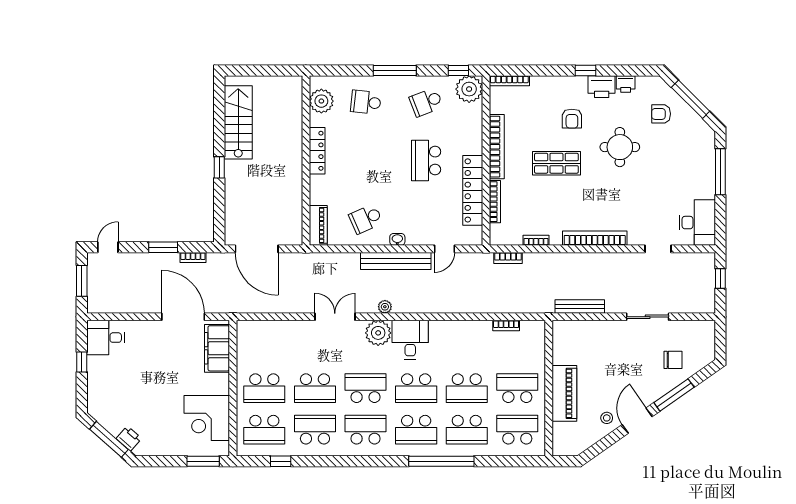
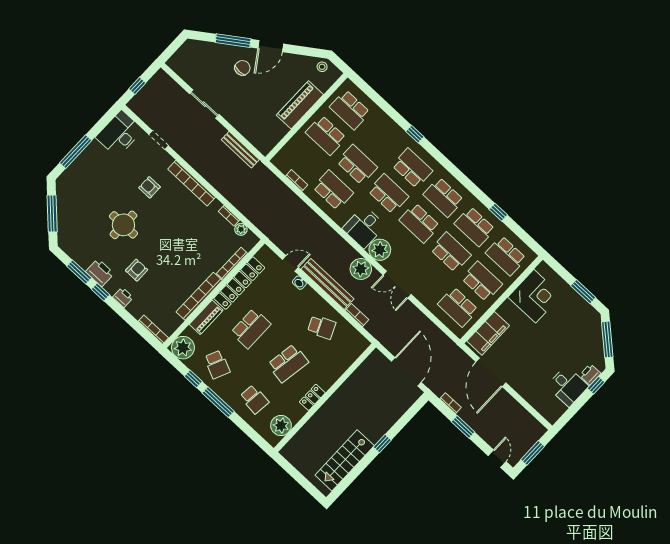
window: (458, 71) -> (193, 379), moved
window: (620, 71) -> (79, 272), added
printer: (626, 84) -> (123, 297), moved
school desk: (426, 102) -> (217, 364), turned 45
armchair: (661, 114) -> (150, 187), moved, turned 180
locker: (317, 151) -> (312, 397), width x0.66
school desk: (366, 161) -> (288, 363), added
shop shelf: (556, 163) -> (172, 251), removed
piano: (318, 225) -> (206, 317), moved, turned 180
plant: (515, 238) -> (241, 229), added
washbasin: (397, 239) -> (299, 283), moved
door: (108, 247) -> (497, 459), swing flipped
bookcase: (508, 258) -> (357, 315), moved
plant: (385, 307) -> (361, 269), width x1.88, depth x1.88
desk: (106, 338) -> (568, 386), moved
school desk: (264, 347) -> (458, 307), added
chair: (673, 360) -> (242, 68), moved, turned 90
window: (82, 362) -> (596, 385), moved
stool: (607, 418) -> (322, 67), moved
school desk: (264, 430) -> (506, 256), turned 180
school desk: (467, 430) -> (333, 190), moved
printer: (129, 438) -> (590, 374), moved, turned 48
window: (203, 461) -> (583, 292), moved
window: (281, 461) -> (498, 212), moved
window: (441, 461) -> (415, 134), width x0.32

